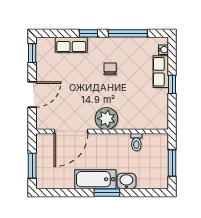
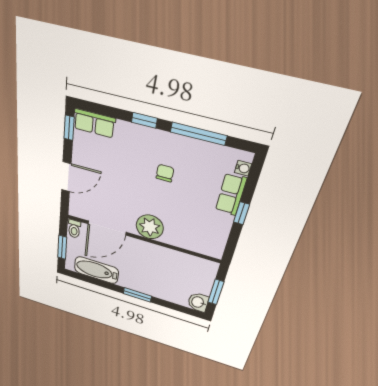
row of seats: (71, 45) -> (94, 123), moved
toilet: (136, 142) -> (74, 229), moved
bathtub: (95, 179) -> (96, 270), moved
washbasin: (126, 181) -> (198, 302), moved, turned -90

